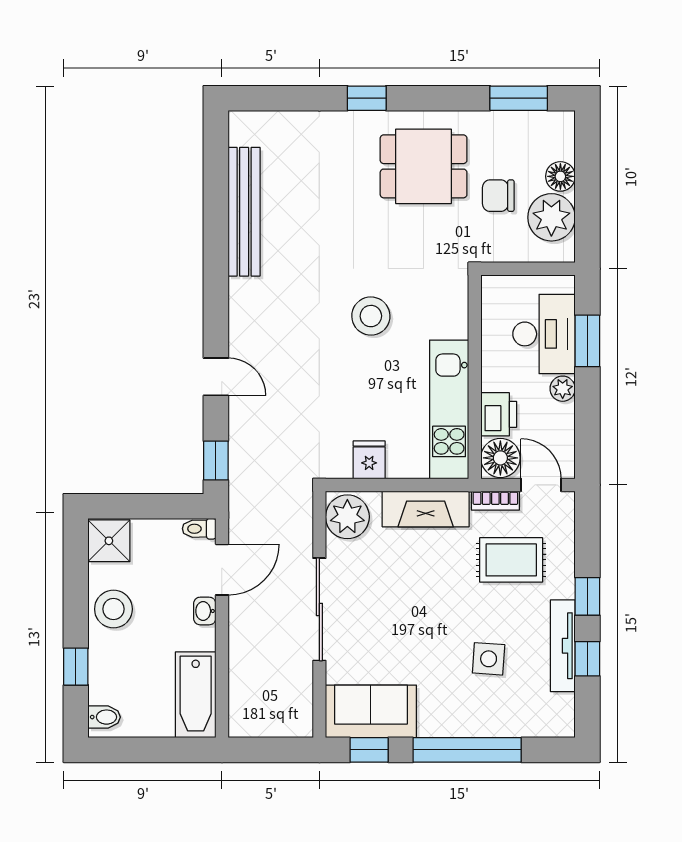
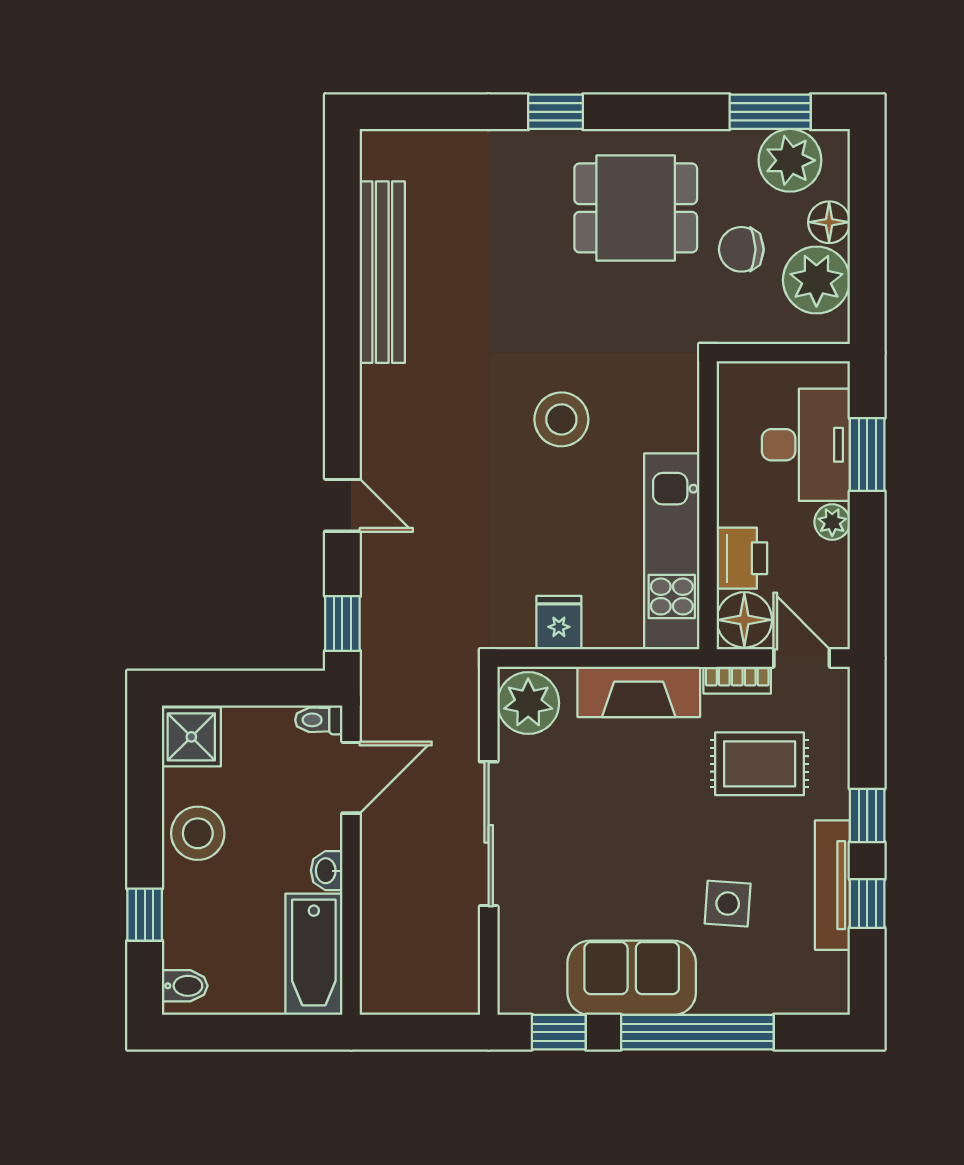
plant: (533, 133) -> (790, 160), added
washbasin: (205, 611) -> (327, 871), moved
sofa: (371, 711) -> (632, 978), moved

